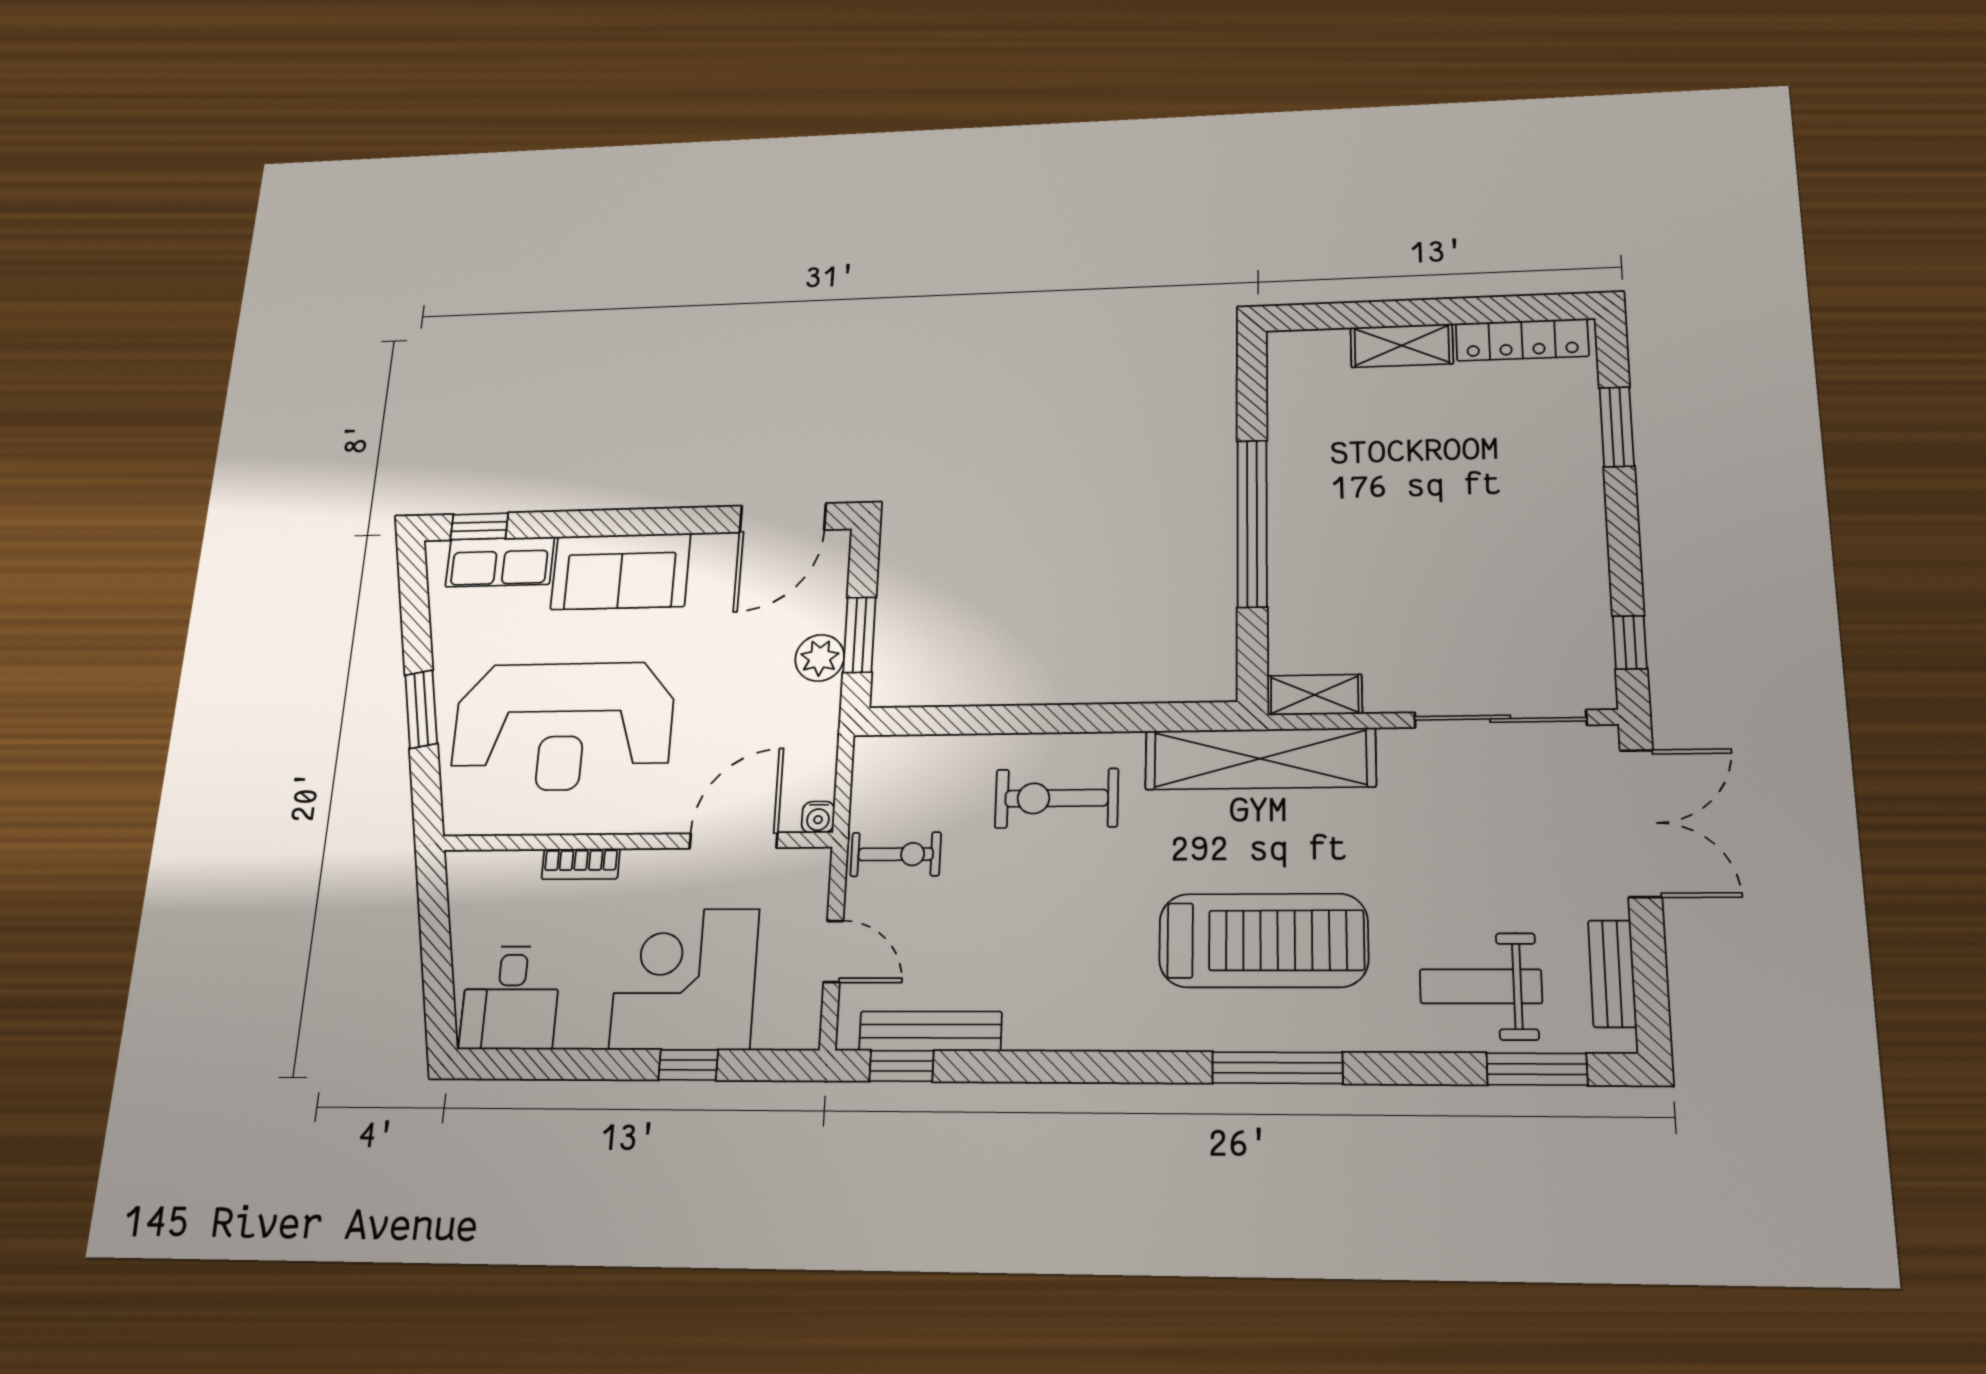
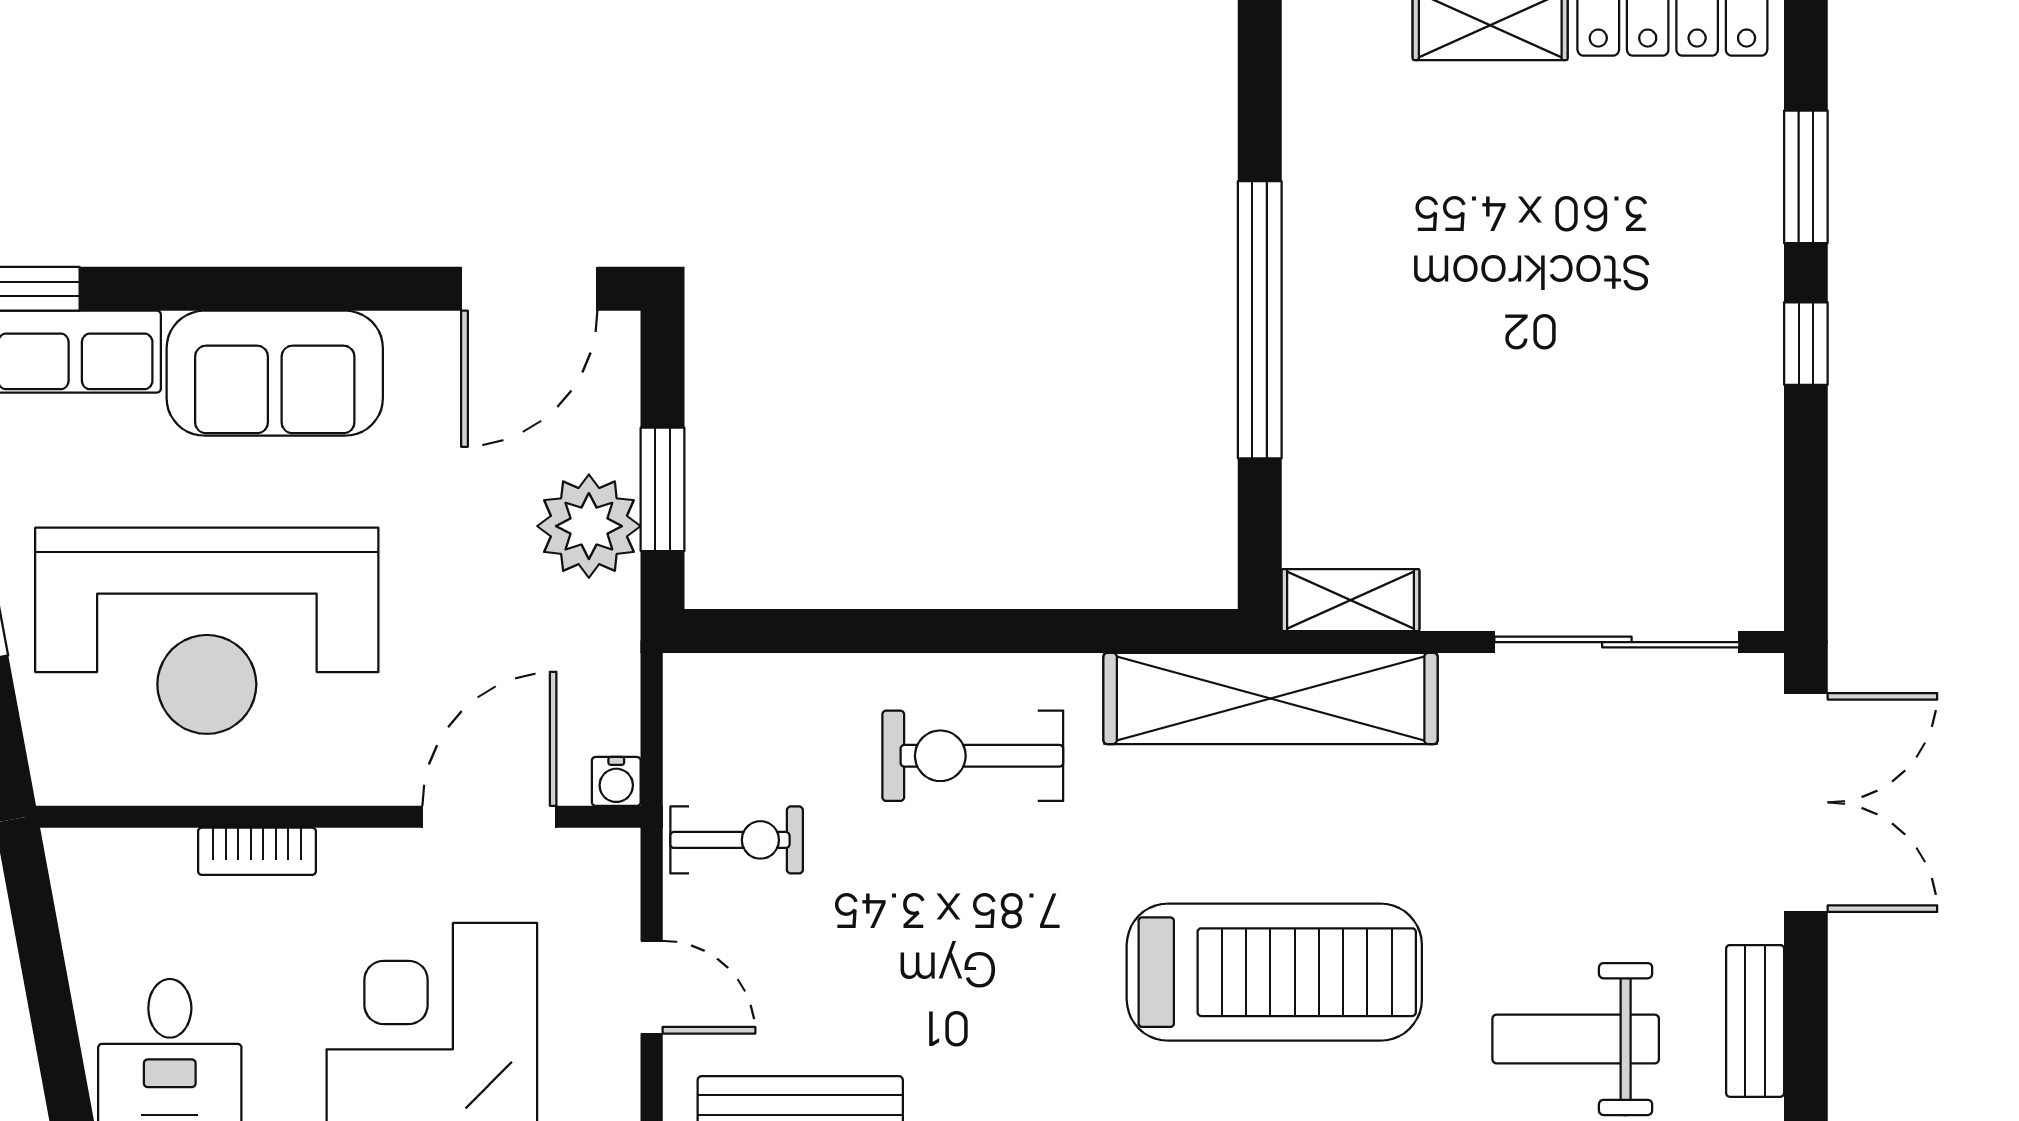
window: (1630, 642) -> (1806, 344), moved
plant: (820, 658) -> (589, 526), width x1.36, depth x1.36

